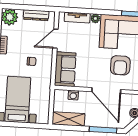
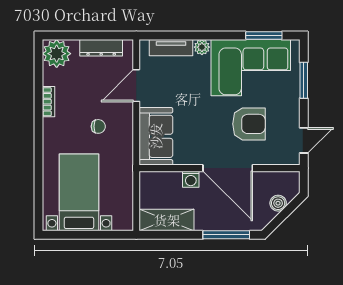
armchair: (120, 65) -> (249, 124), turned -90
washing machine: (73, 95) -> (191, 179), moved

